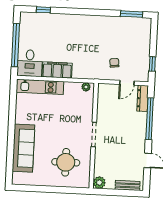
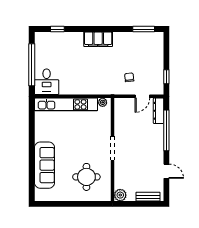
filing cabinet: (57, 70) -> (98, 39), moved, turned 180
kitchen unit: (40, 87) -> (66, 104), width x1.36

